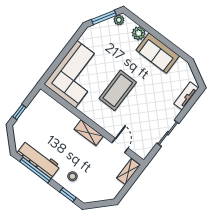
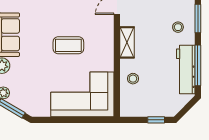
coffee table: (118, 90) -> (68, 45), width x0.73, depth x0.76
stool: (60, 118) -> (133, 79), added
window: (68, 195) -> (198, 18), width x1.50

